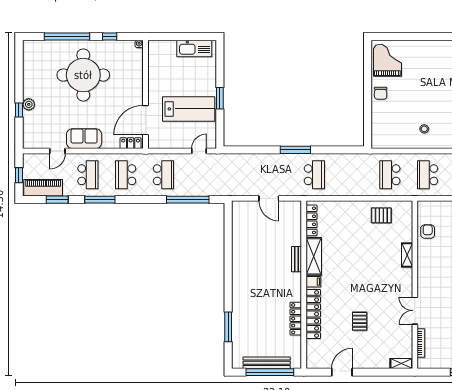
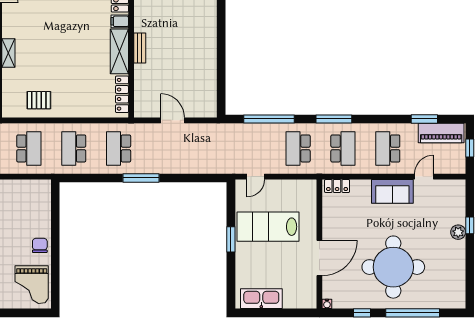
door: (145, 120) -> (319, 258), moved
school desk: (352, 175) -> (74, 148), added
window: (100, 200) -> (334, 119), moved

